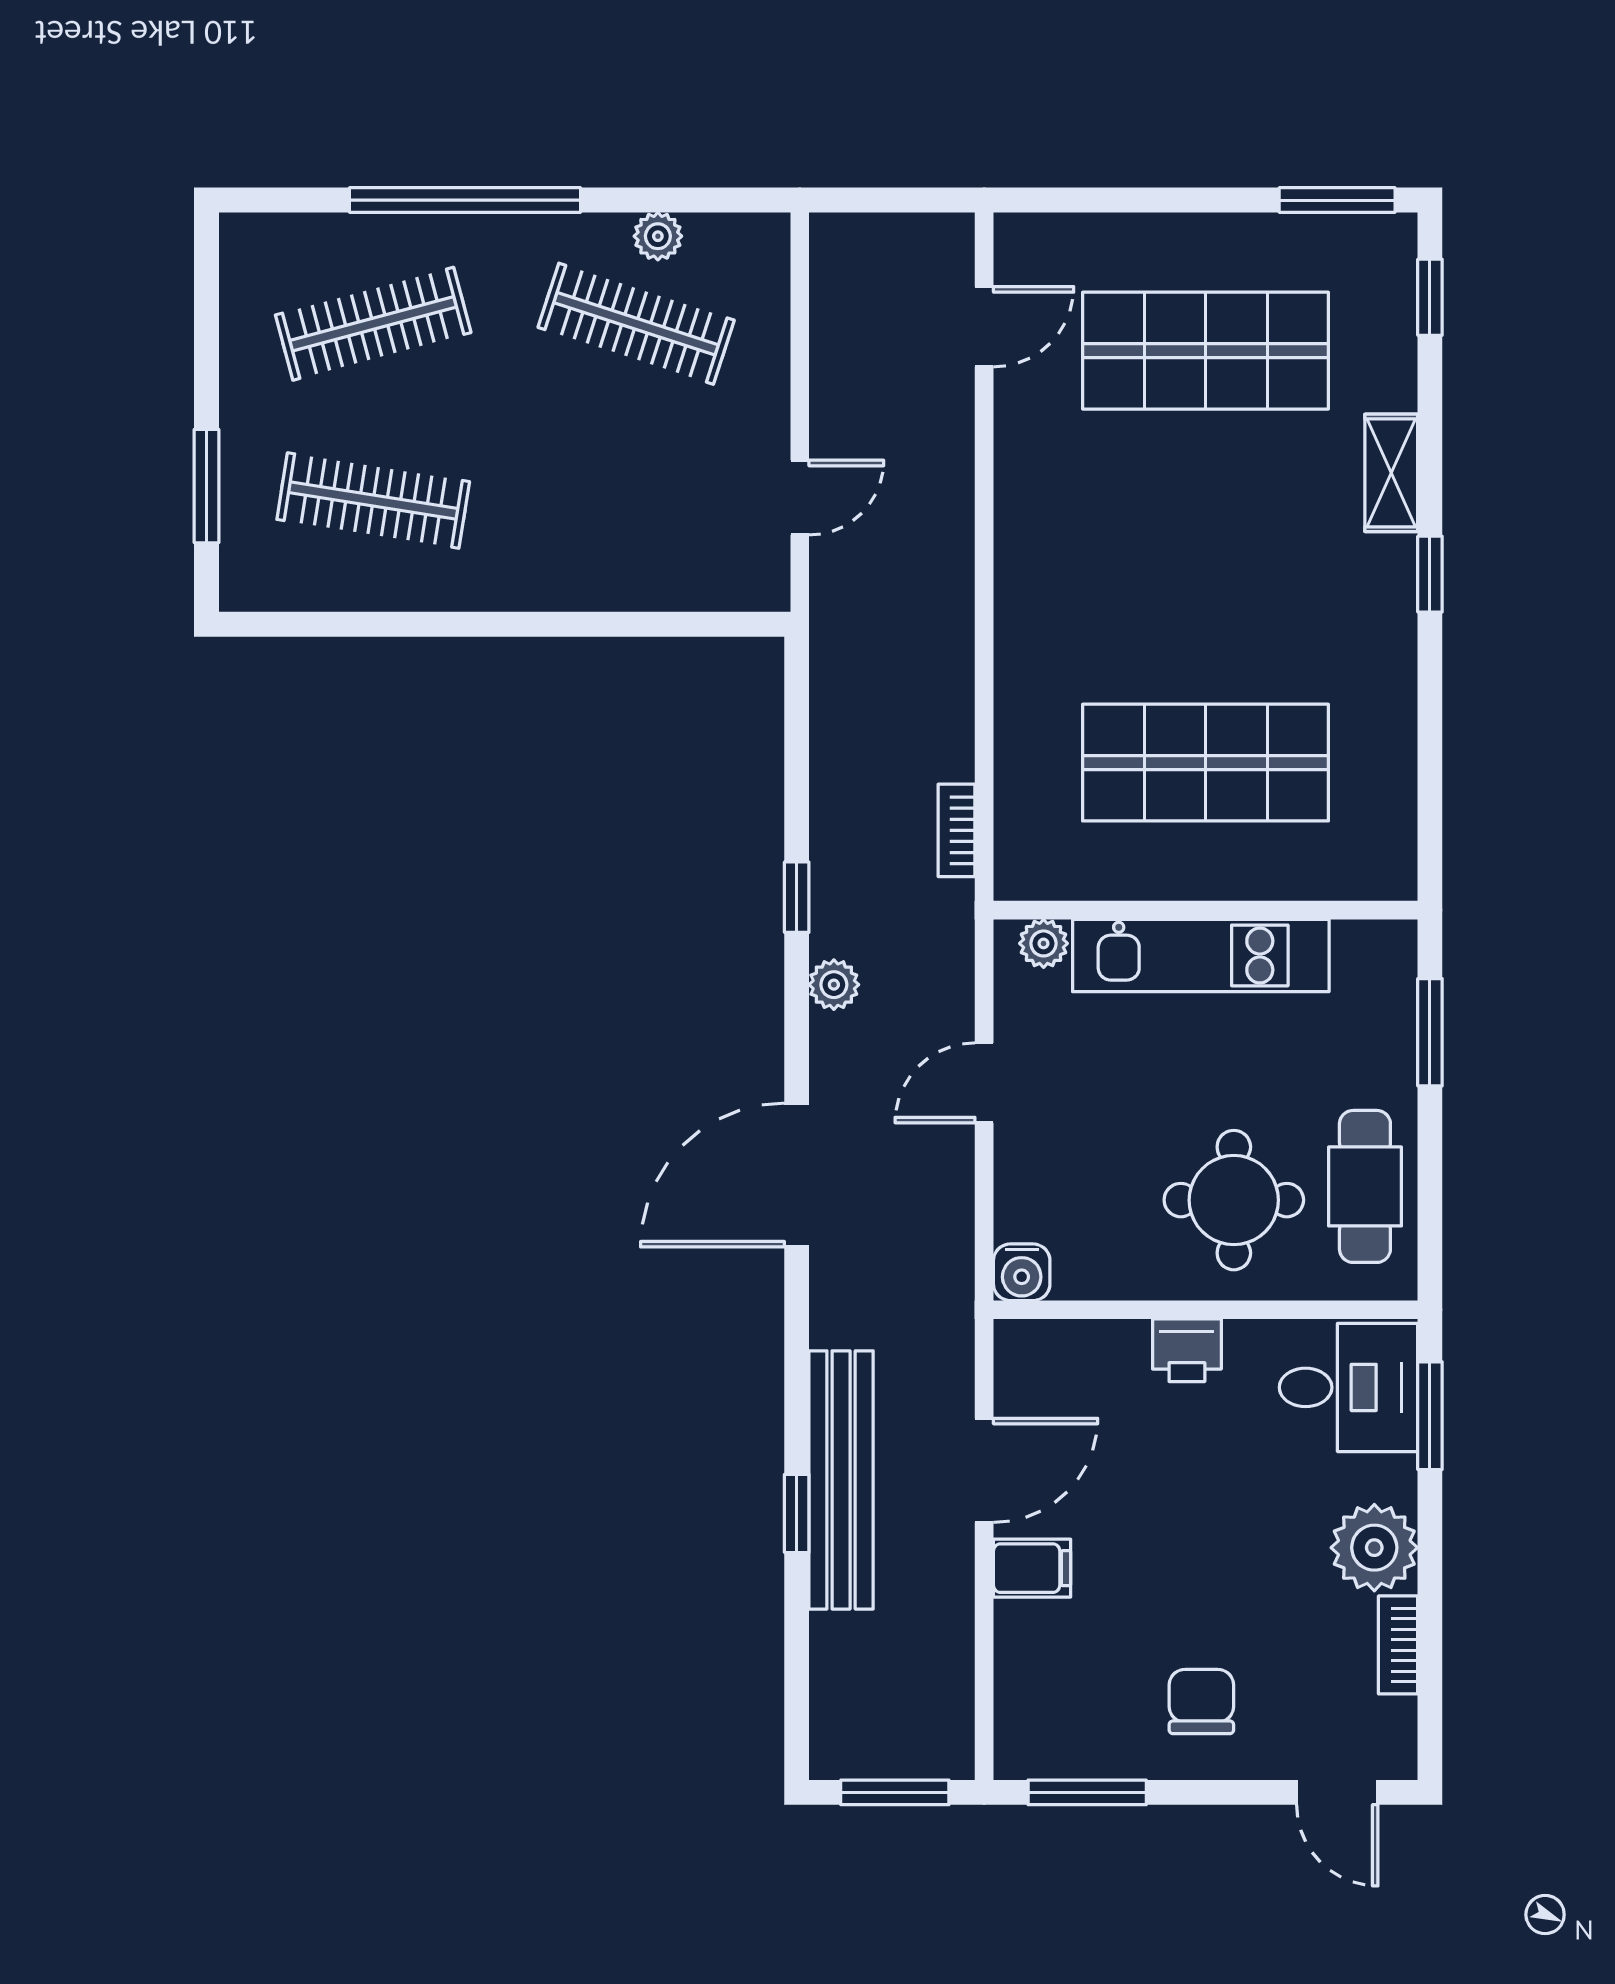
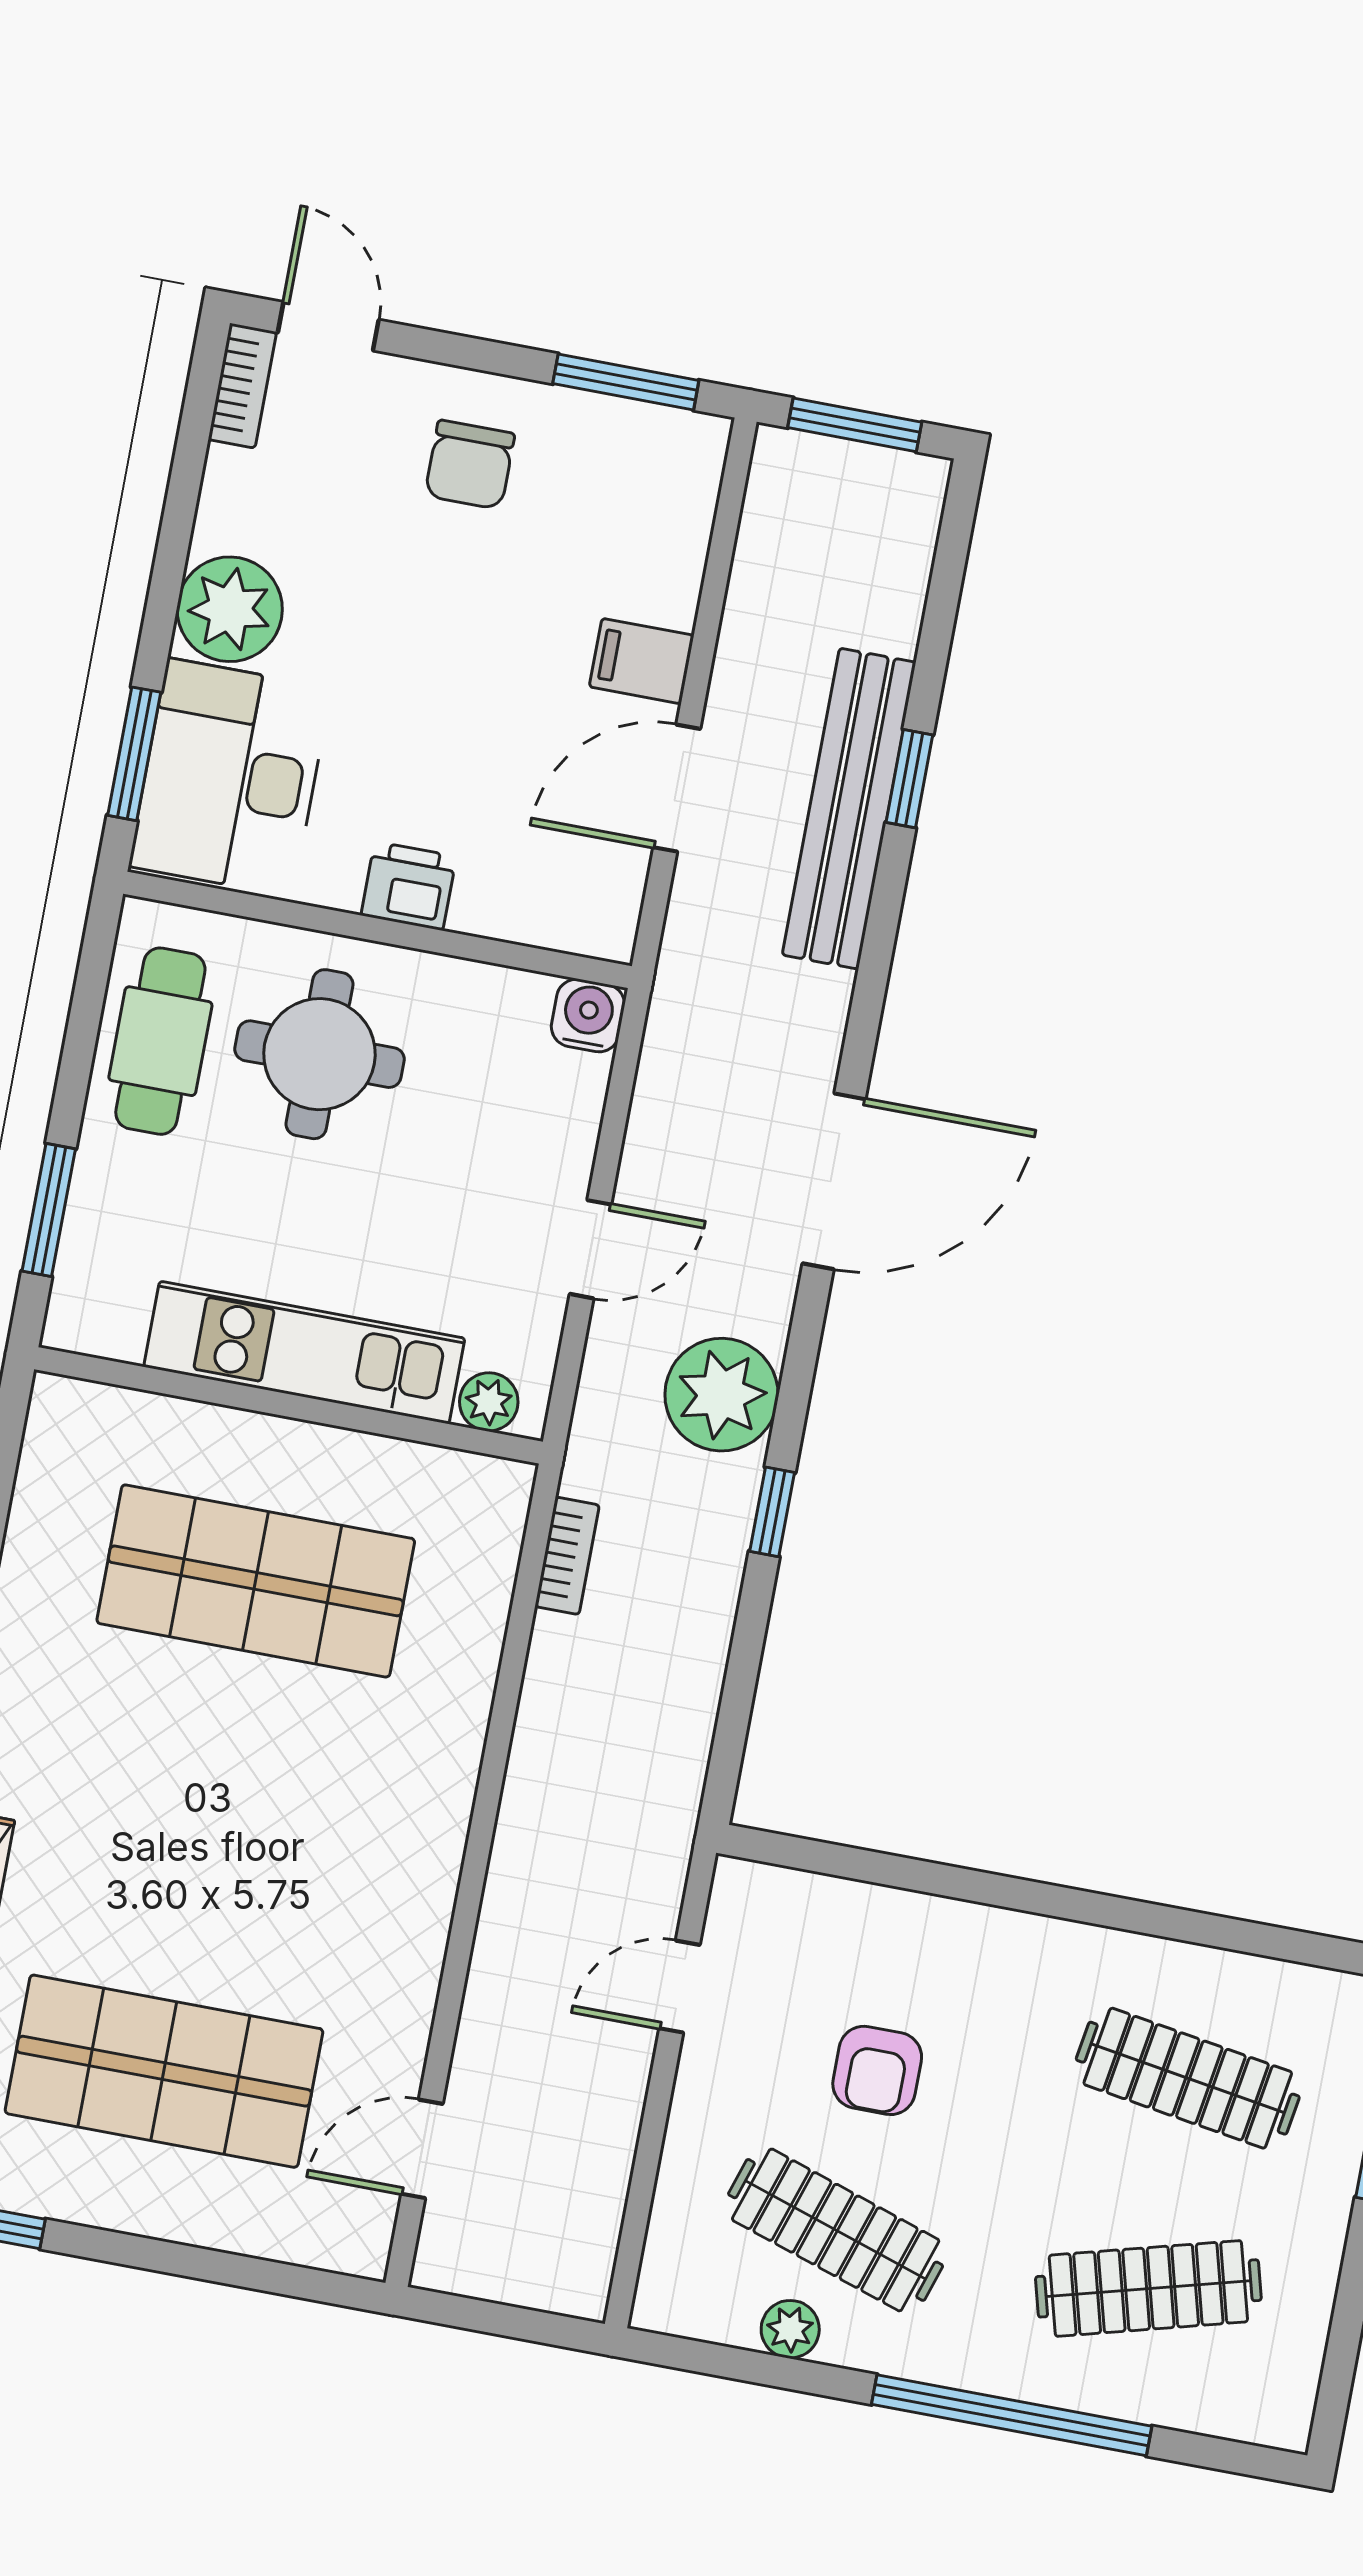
armchair: (627, 460) -> (877, 2070), added
plant: (834, 985) -> (721, 1395), width x1.88, depth x1.88
desk: (1348, 1387) -> (230, 777), width x1.37
bookcase: (1398, 1645) -> (242, 386), moved

